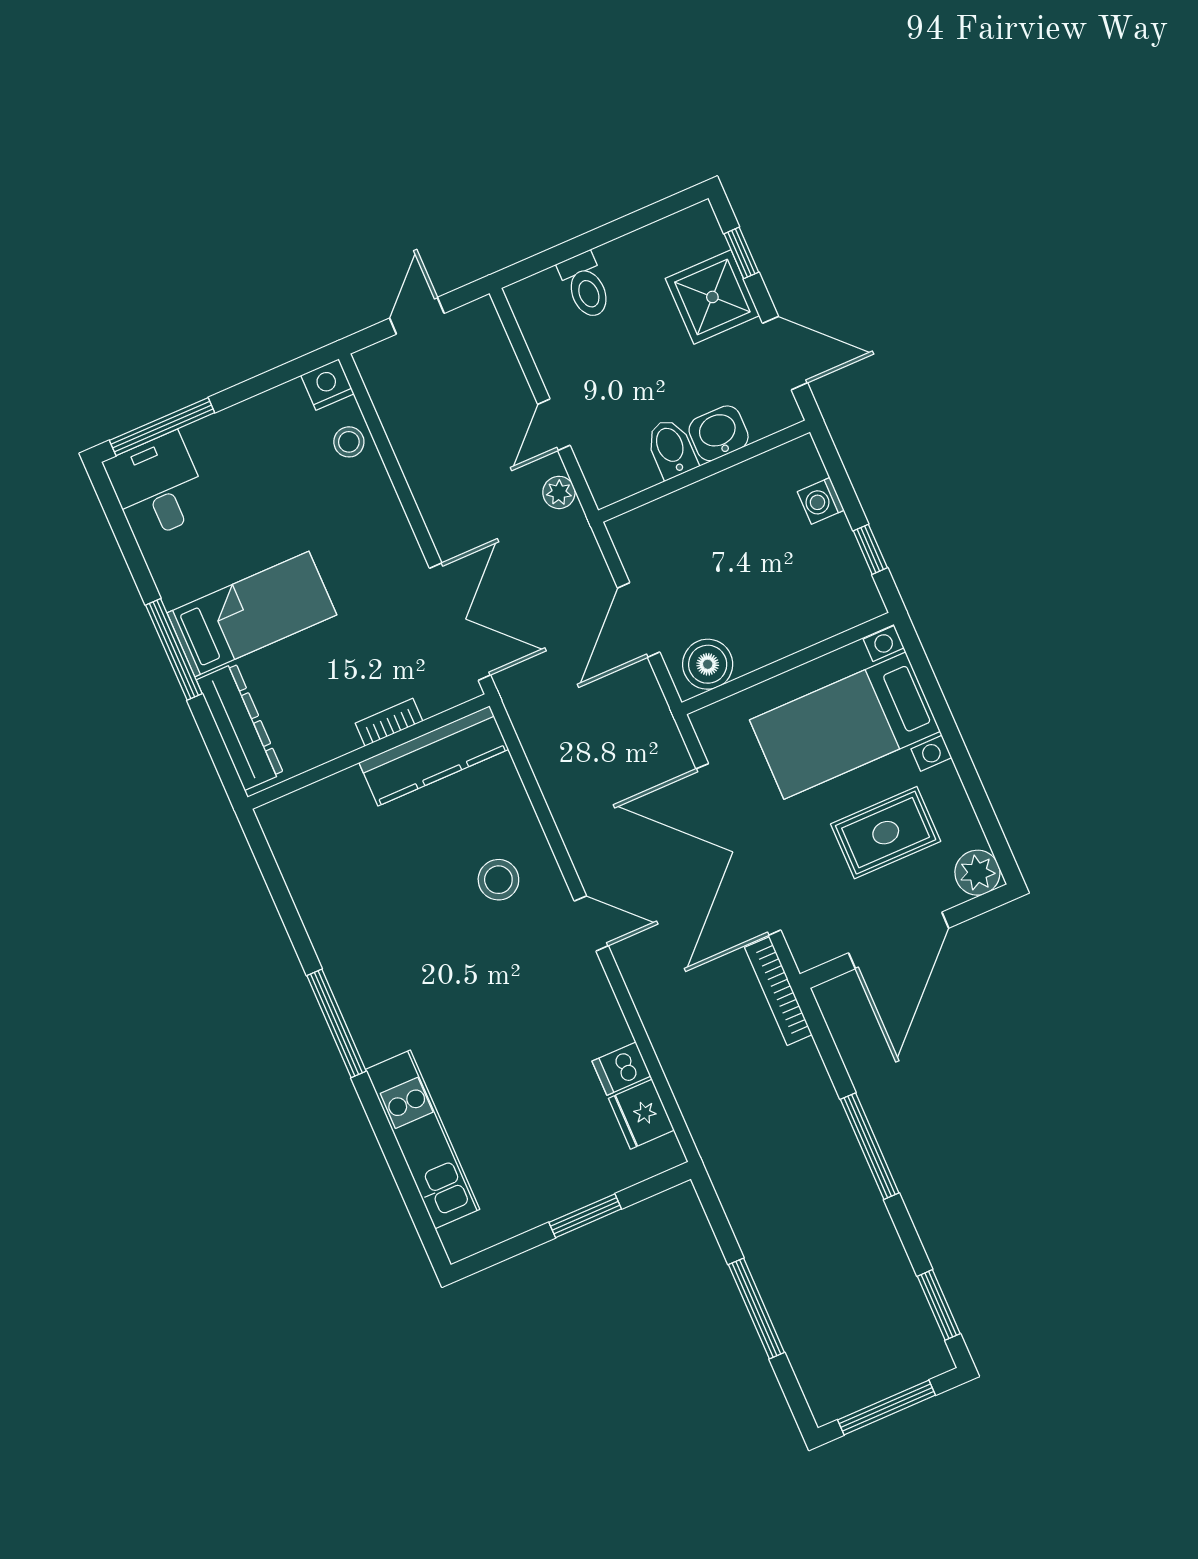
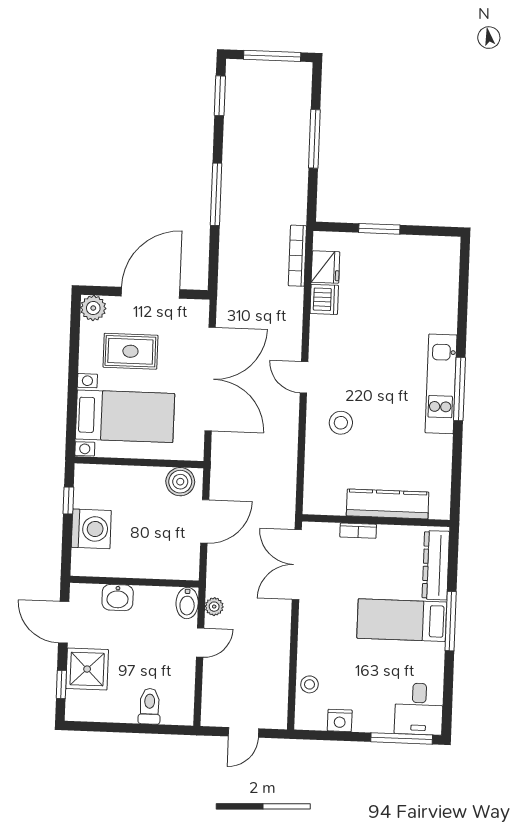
nightstand: (327, 385) -> (340, 720), moved
bidet: (671, 448) -> (187, 603), moved
washing machine: (821, 501) -> (91, 529), width x1.89, depth x1.89
kitchen counter: (434, 756) -> (388, 504), moved
bookcase: (778, 991) -> (297, 256), moved, turned 180
dishwasher: (621, 1069) -> (324, 299), width x1.38
kitchen unit: (423, 1139) -> (441, 384), moved

